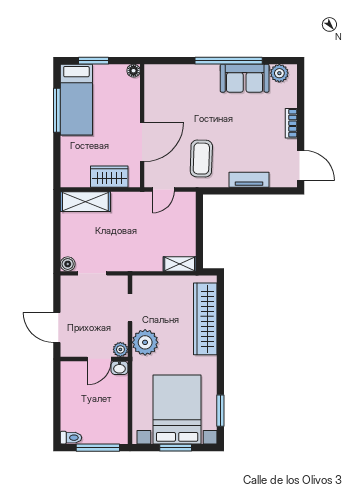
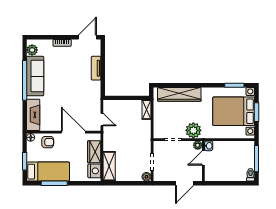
fireplace: (171, 75) -> (33, 115), added
sofa: (245, 78) -> (35, 76), width x1.36
armchair: (126, 99) -> (48, 142), added
coffee table: (201, 159) -> (83, 97), removed
nightstand: (78, 177) -> (94, 171), added
door: (99, 359) -> (203, 158), swing flipped

